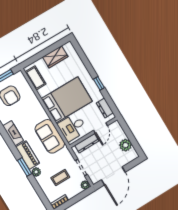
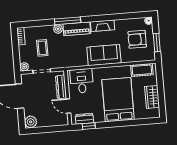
window: (99, 83) -> (89, 126), moved
bed: (67, 100) -> (118, 100), moved, turned 180
sofa: (50, 136) -> (104, 55), moved
plant: (125, 145) -> (31, 122), moved
window: (25, 167) -> (68, 21), width x1.44

